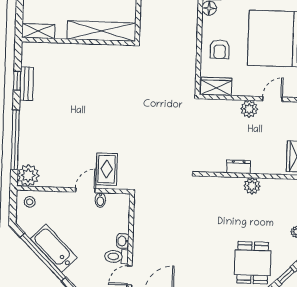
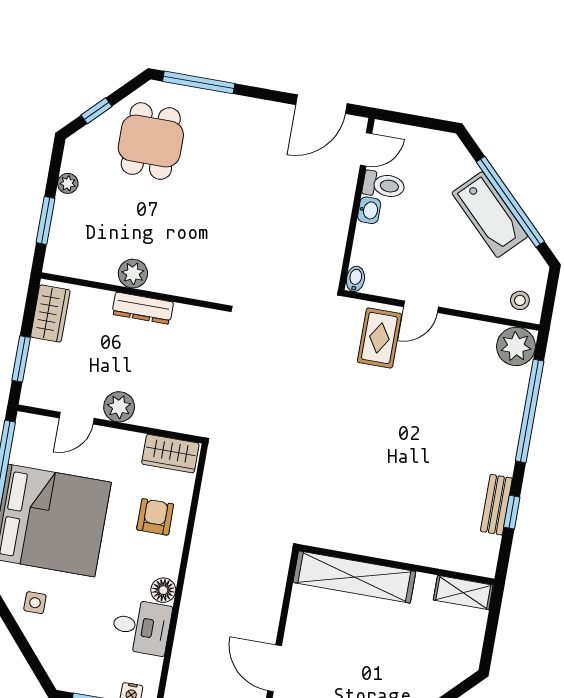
dresser: (239, 167) -> (143, 308), width x1.44
bidet: (100, 200) -> (355, 279), moved

